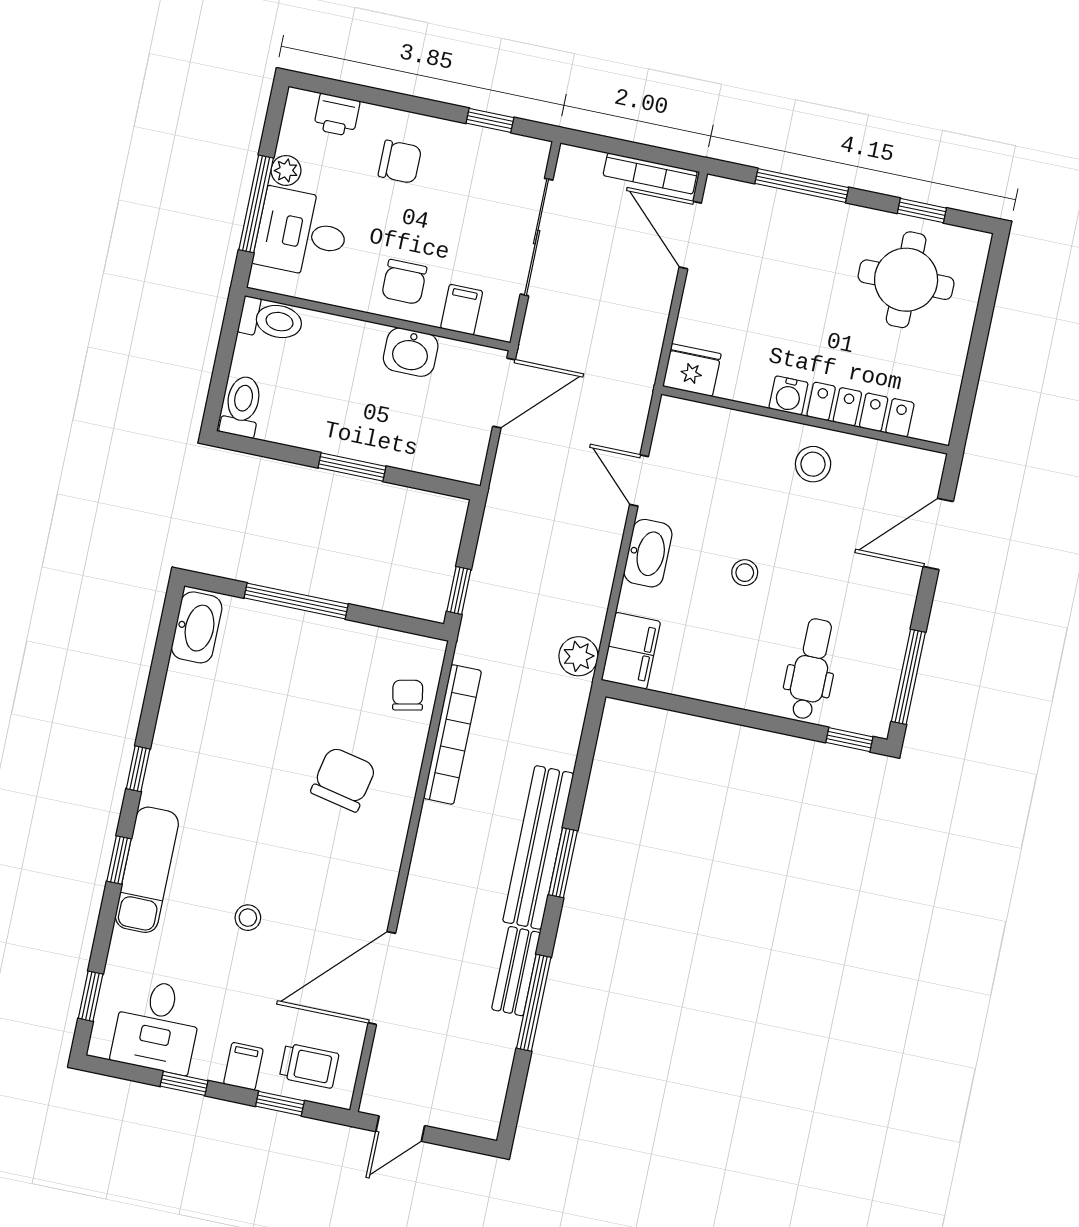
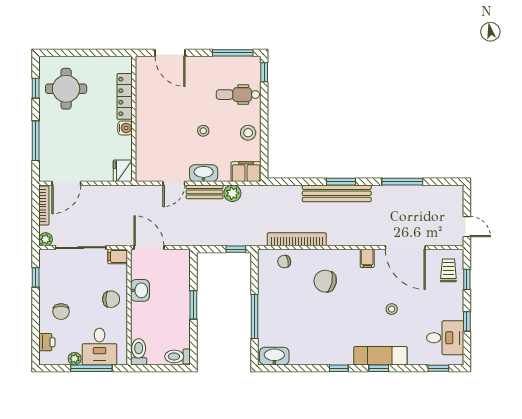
plant: (572, 161) -> (46, 239), added
chair: (400, 162) -> (61, 312), turned 180
filing cabinet: (462, 310) -> (118, 256), moved
stool: (813, 464) -> (248, 133), moved
plant: (578, 656) -> (232, 193), moved
bench: (516, 971) -> (204, 192), moved
filing cabinet: (243, 1066) -> (367, 258), moved, turned -90

